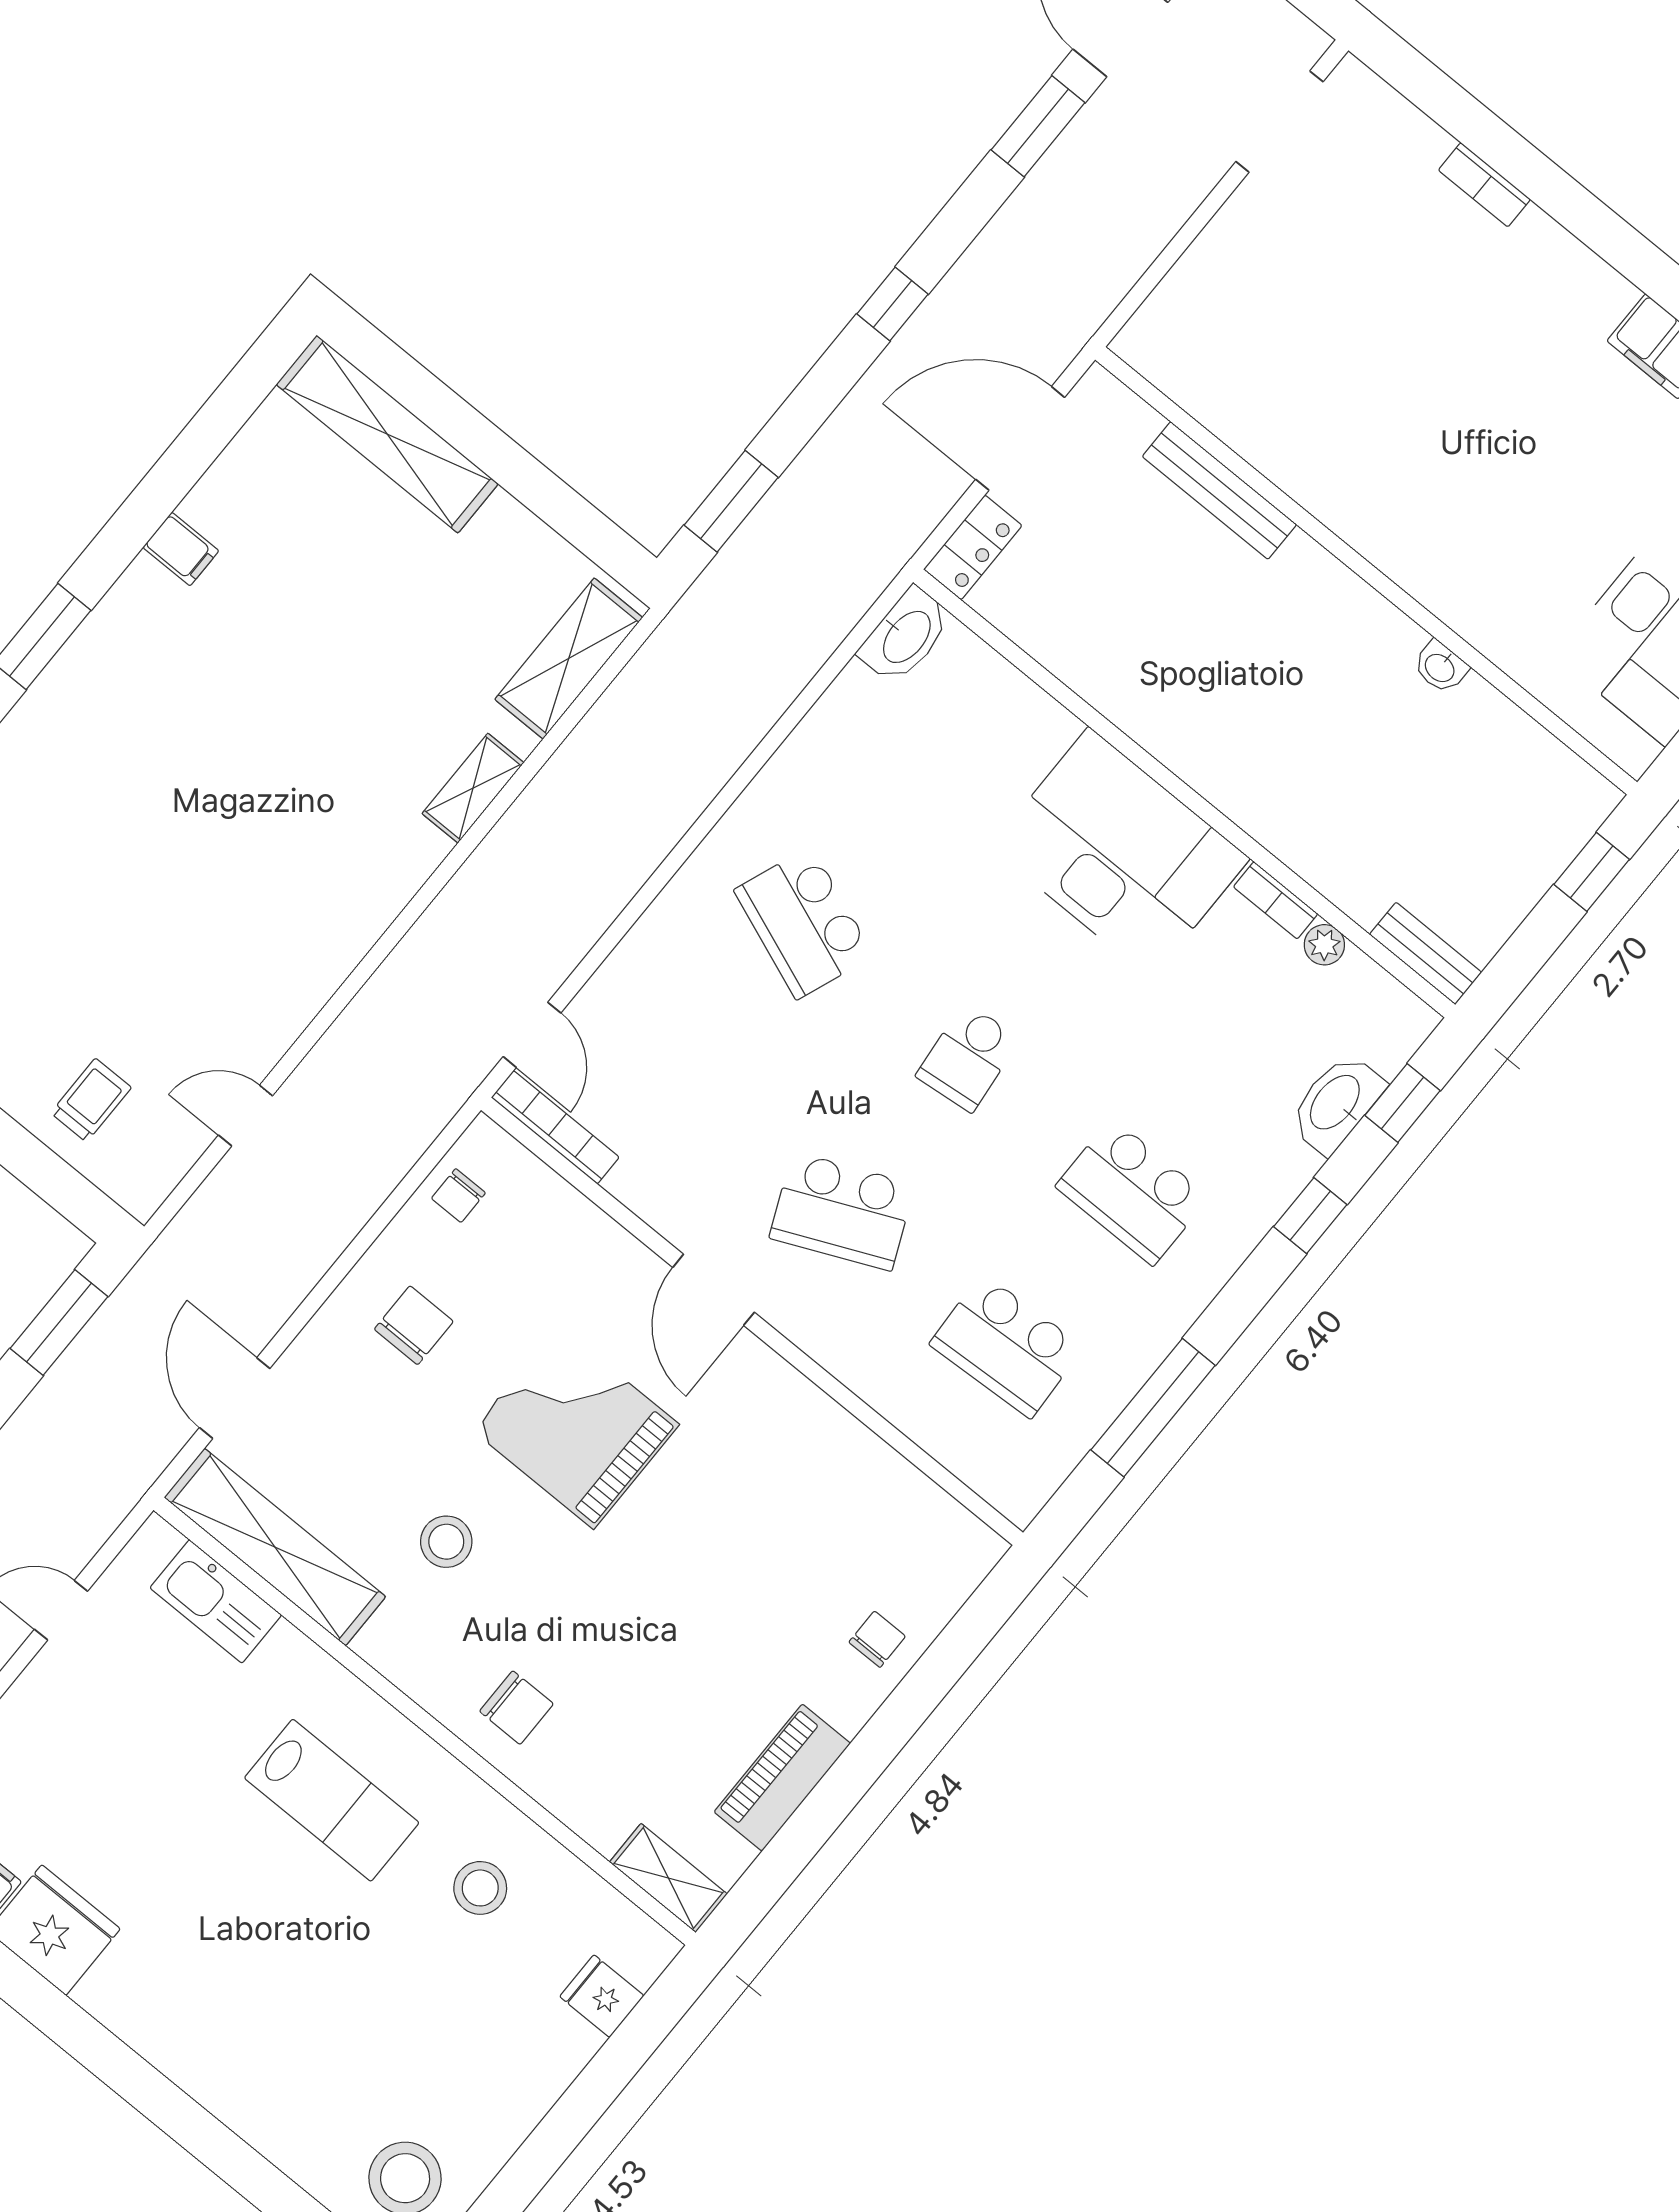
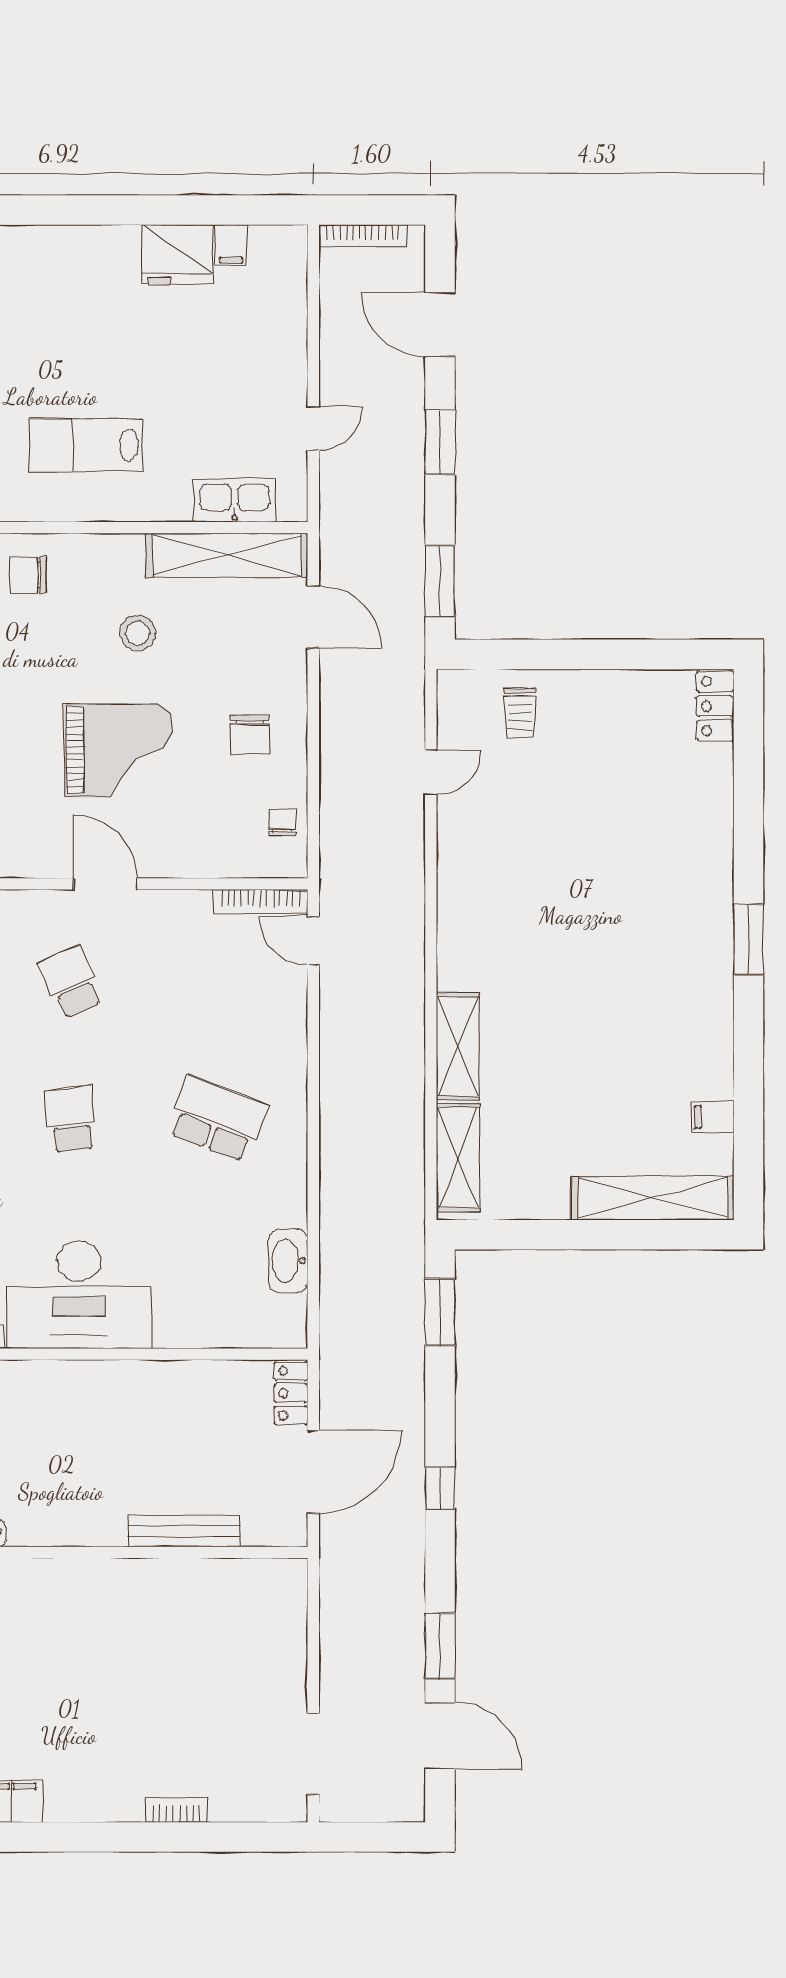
filing cabinet: (181, 549) -> (713, 1117), moved
washbasin: (906, 636) -> (288, 1261), moved
shelving: (473, 788) -> (458, 1047), width x1.50, depth x1.33
school desk: (842, 1211) -> (71, 982), width x0.54

